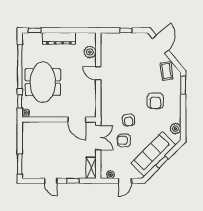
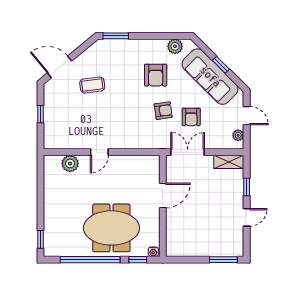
dresser: (59, 38) -> (52, 206), removed
coffee table: (167, 71) -> (92, 85), moved
armchair: (155, 101) -> (156, 75), moved, turned 90
door: (77, 120) -> (163, 195), moved

